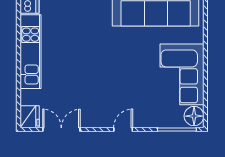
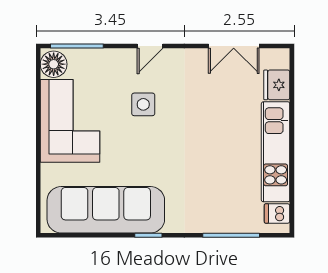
side table: (128, 86) -> (143, 104), added
fridge: (30, 117) -> (277, 85), moved

